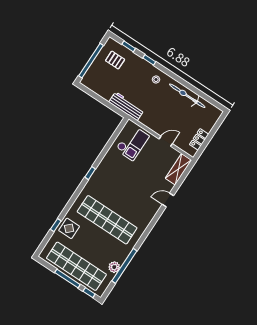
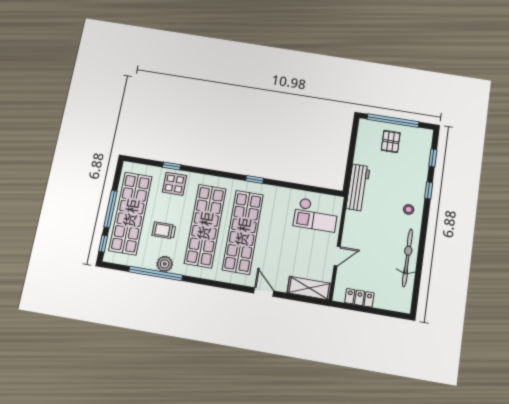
pallet: (115, 60) -> (391, 142), moved
door: (166, 141) -> (337, 256), hinge flipped
shop shelf: (122, 197) -> (243, 232), added
trolley: (98, 249) -> (164, 230), added
plant: (114, 267) -> (165, 264), moved

